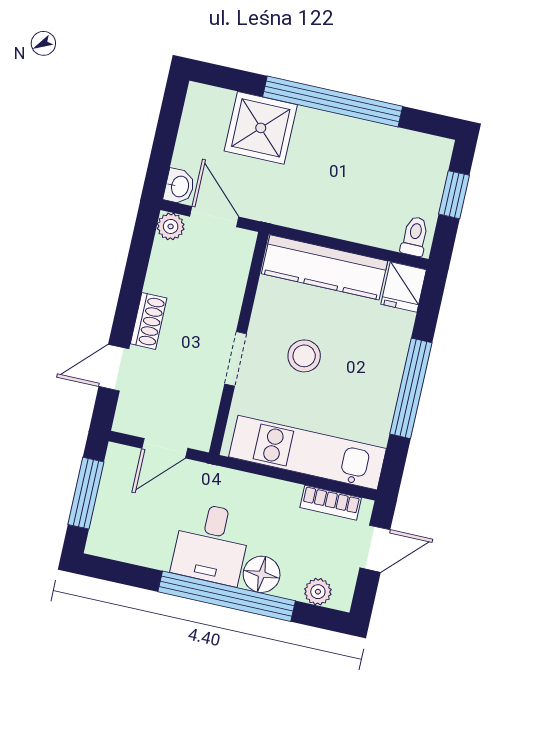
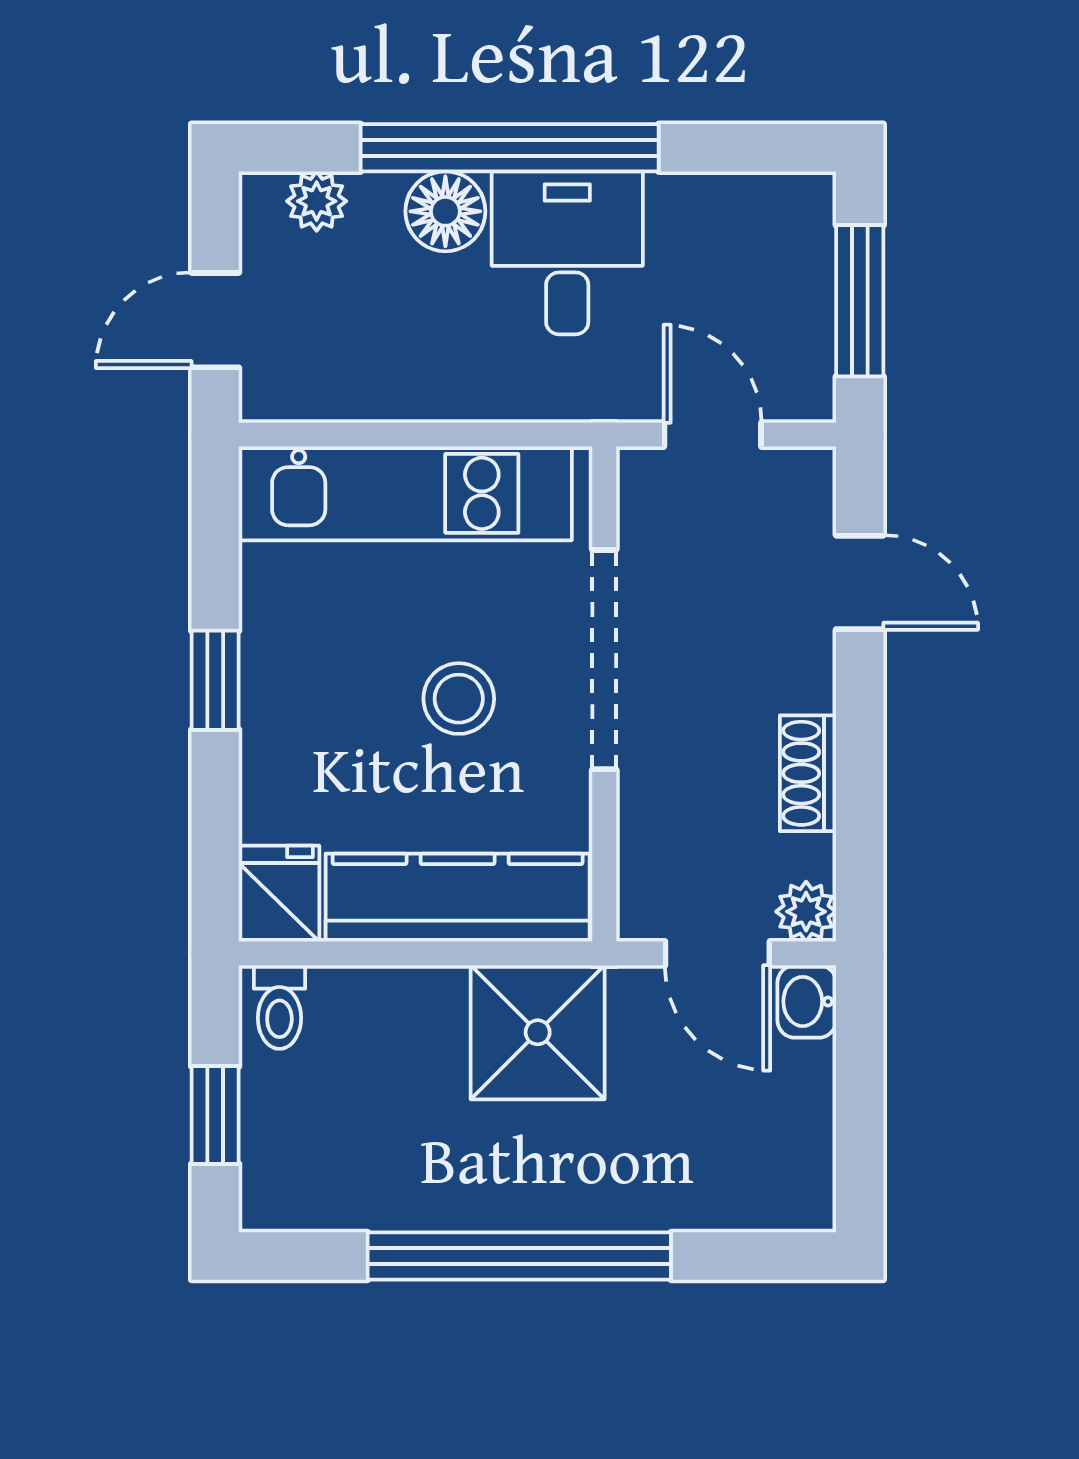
shower: (261, 128) -> (538, 1032), moved
shoe rack: (149, 321) -> (808, 773), moved
doorway: (235, 359) -> (604, 660), width x1.87
door: (114, 368) -> (860, 582), hinge flipped
window: (411, 388) -> (215, 680), width x0.46
door: (165, 448) -> (713, 435), hinge flipped
bookcase: (331, 503) -> (332, 397), removed

